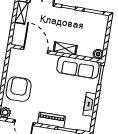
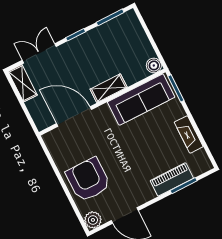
piano: (51, 120) -> (172, 179), moved

